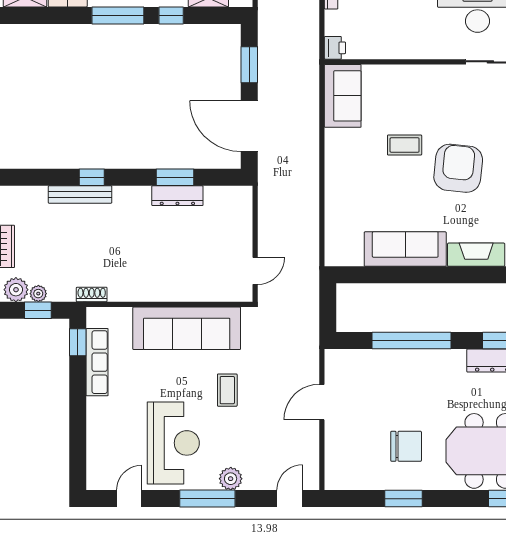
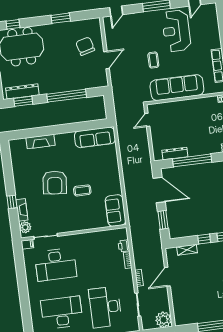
printer: (335, 48) -> (124, 246), moved
window: (175, 177) -> (192, 160), width x2.11
dresser: (177, 196) -> (175, 154), moved
sofa: (405, 249) -> (95, 137), moved
chair: (406, 446) -> (85, 46), moved, turned 75
plant: (231, 479) -> (146, 17), removed

